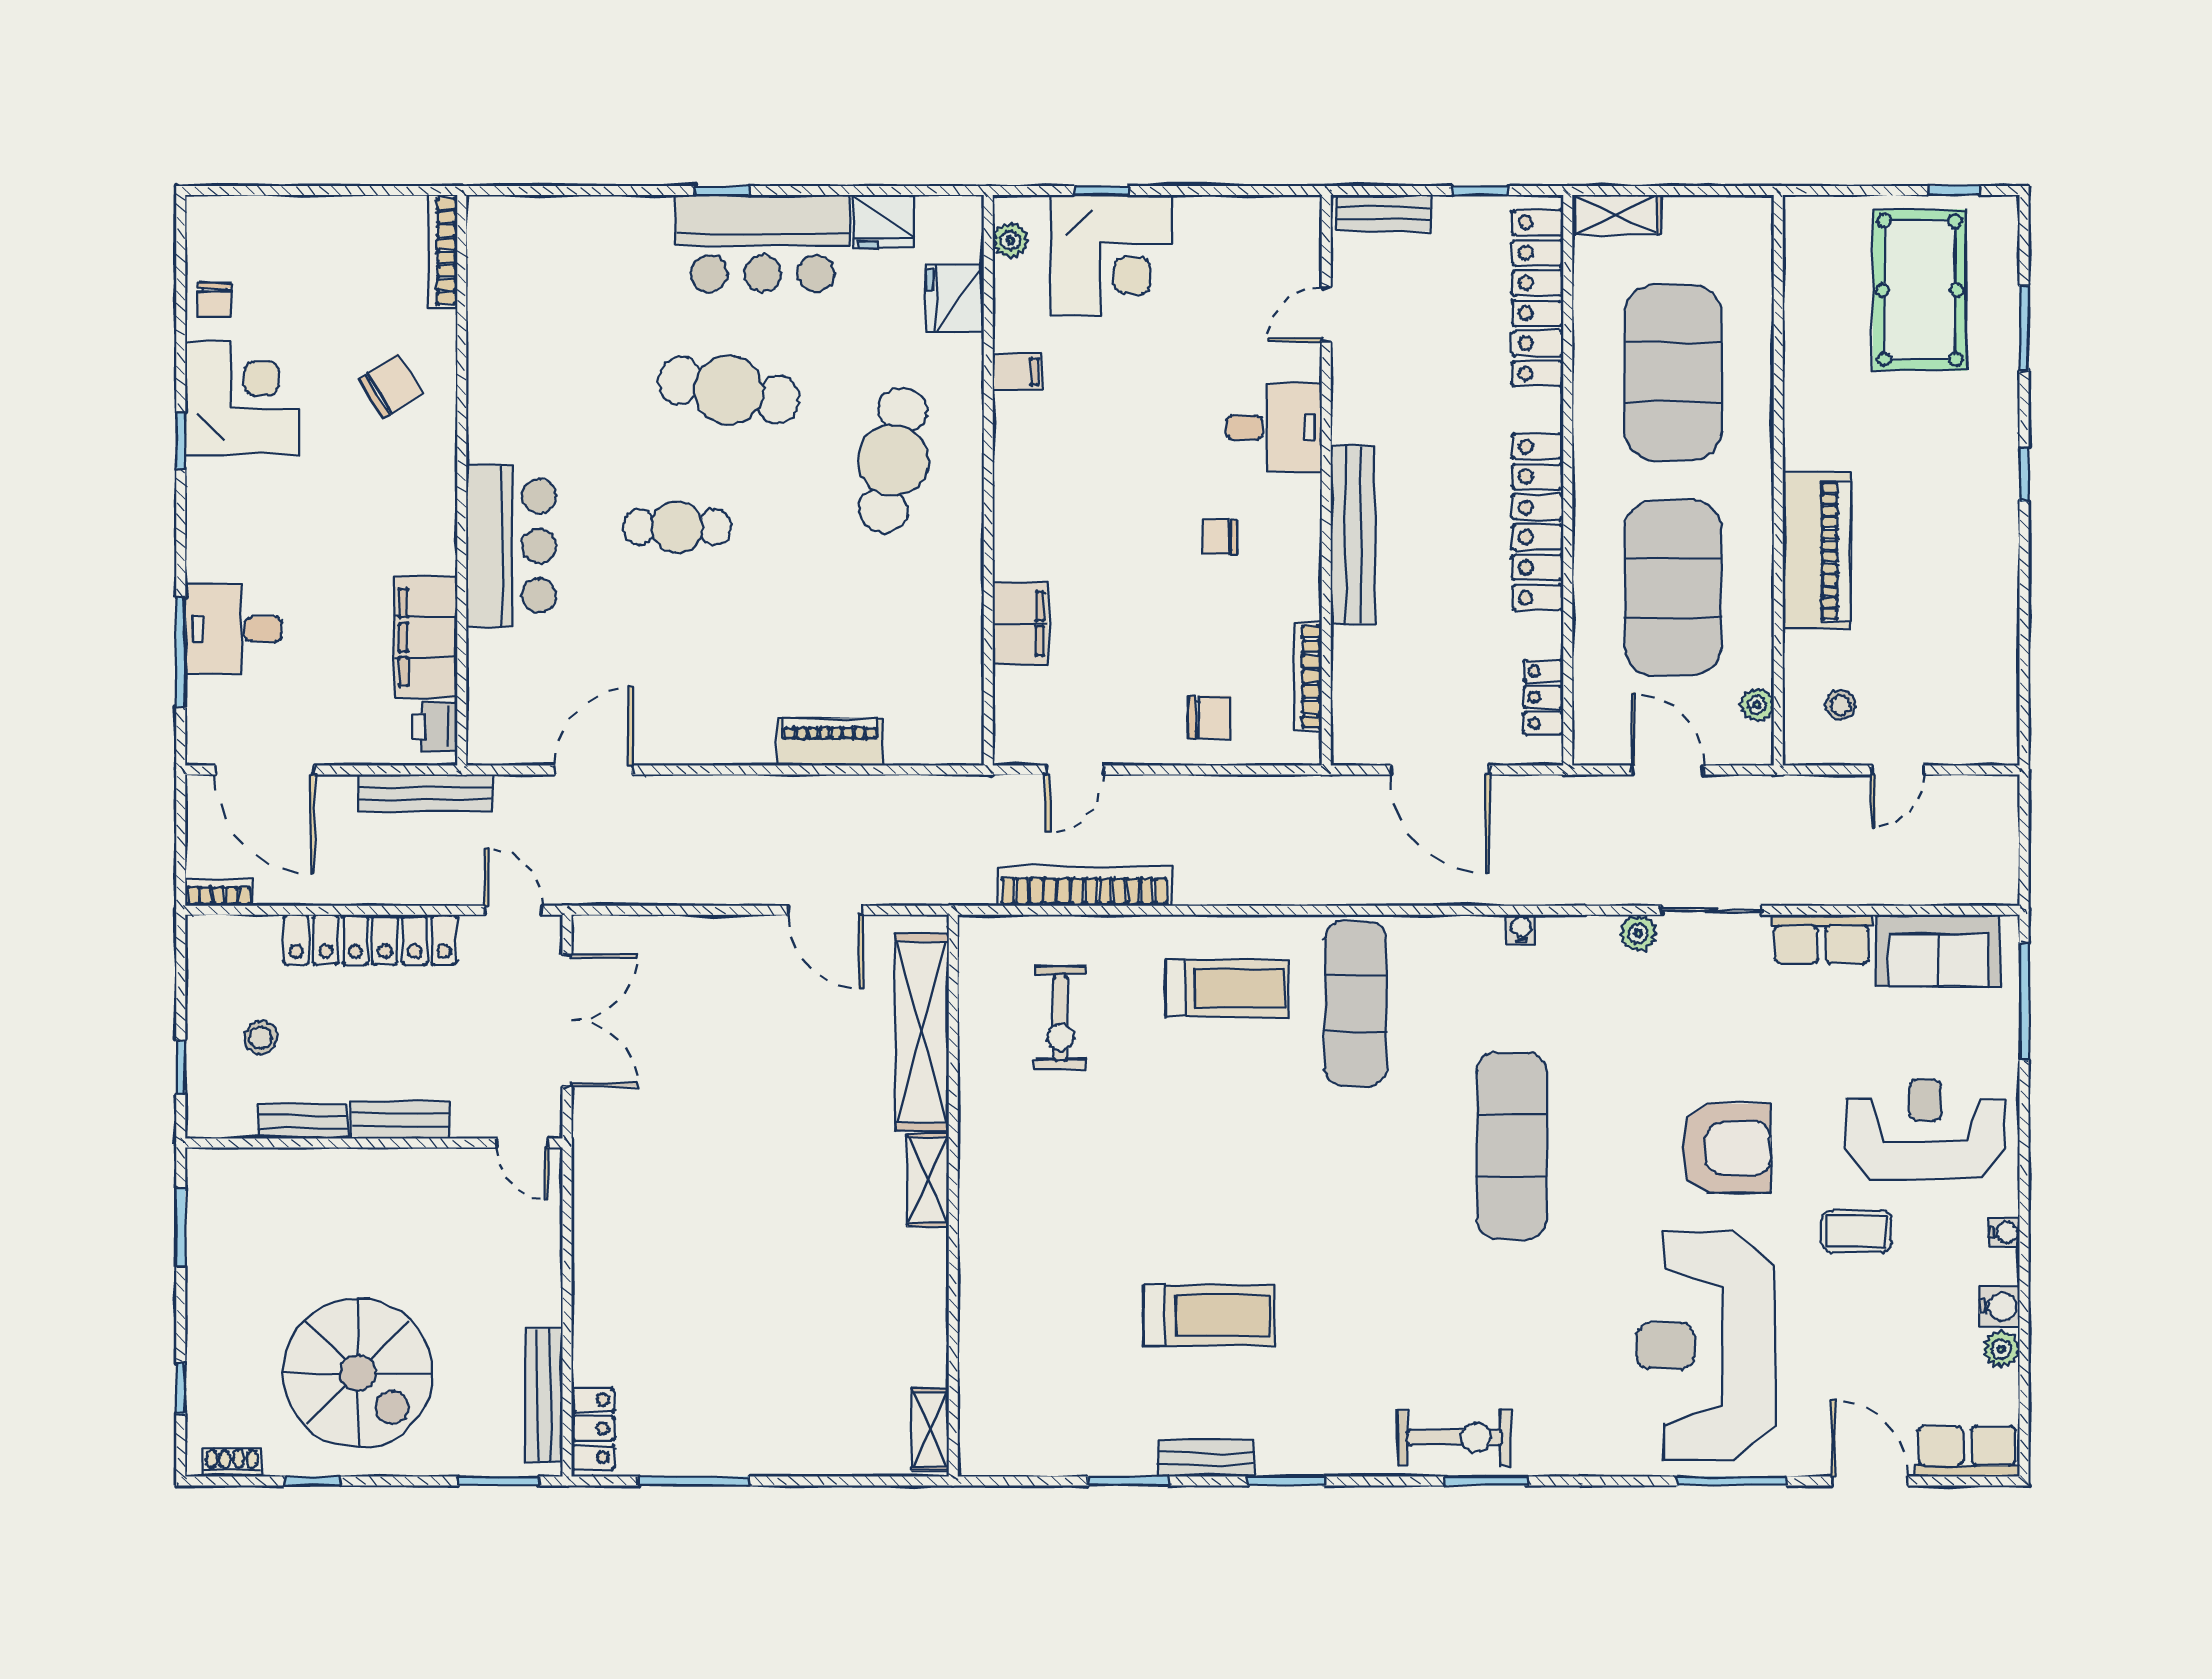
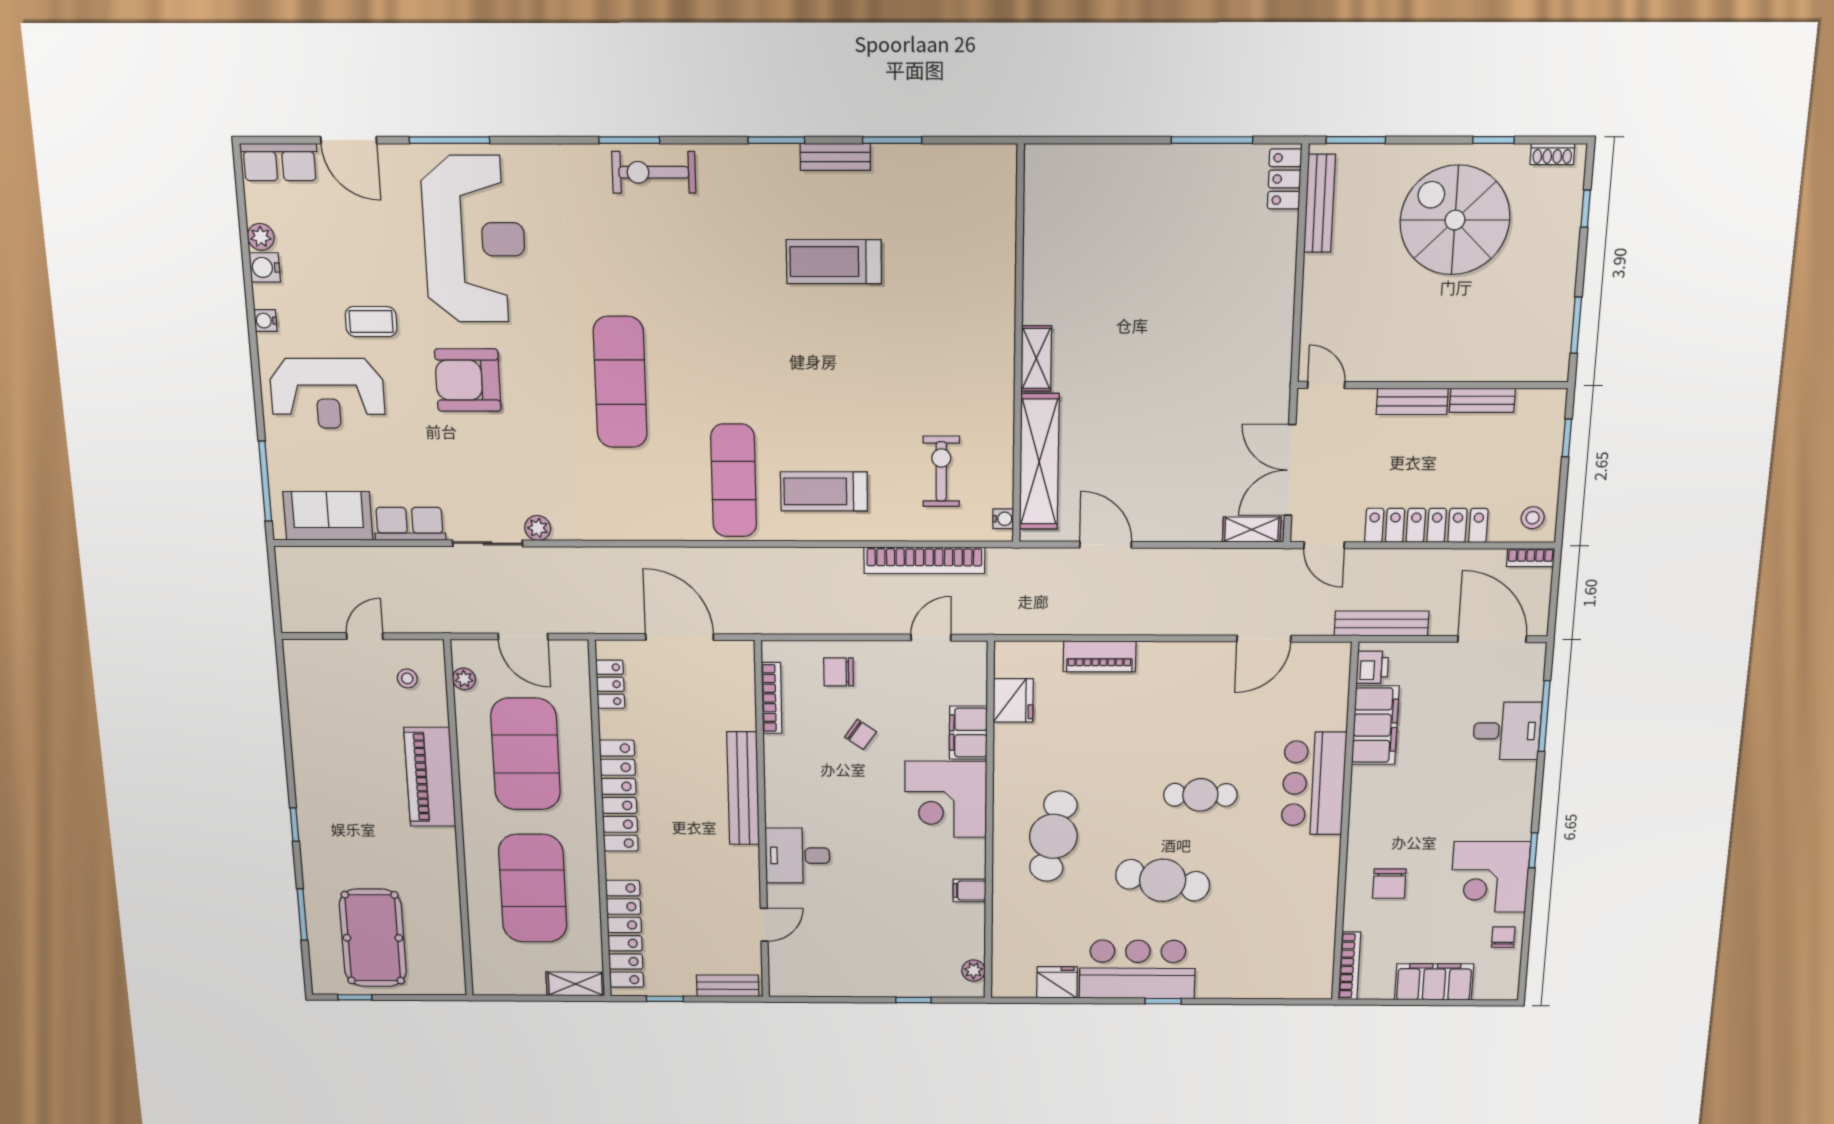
filing cabinet: (314, 225) -> (1434, 982), added
corner desk: (1112, 255) -> (946, 799), moved, turned -90
fridge: (955, 298) -> (1013, 700), moved
chair: (391, 386) -> (1389, 884), turned -57
chair: (1220, 537) -> (860, 734), moved, turned 35
water cooler: (1521, 929) -> (1003, 519), moved, turned -90
stool: (261, 1037) -> (1533, 518), moved
shelving: (930, 1429) -> (1252, 530), moved, turned 90

